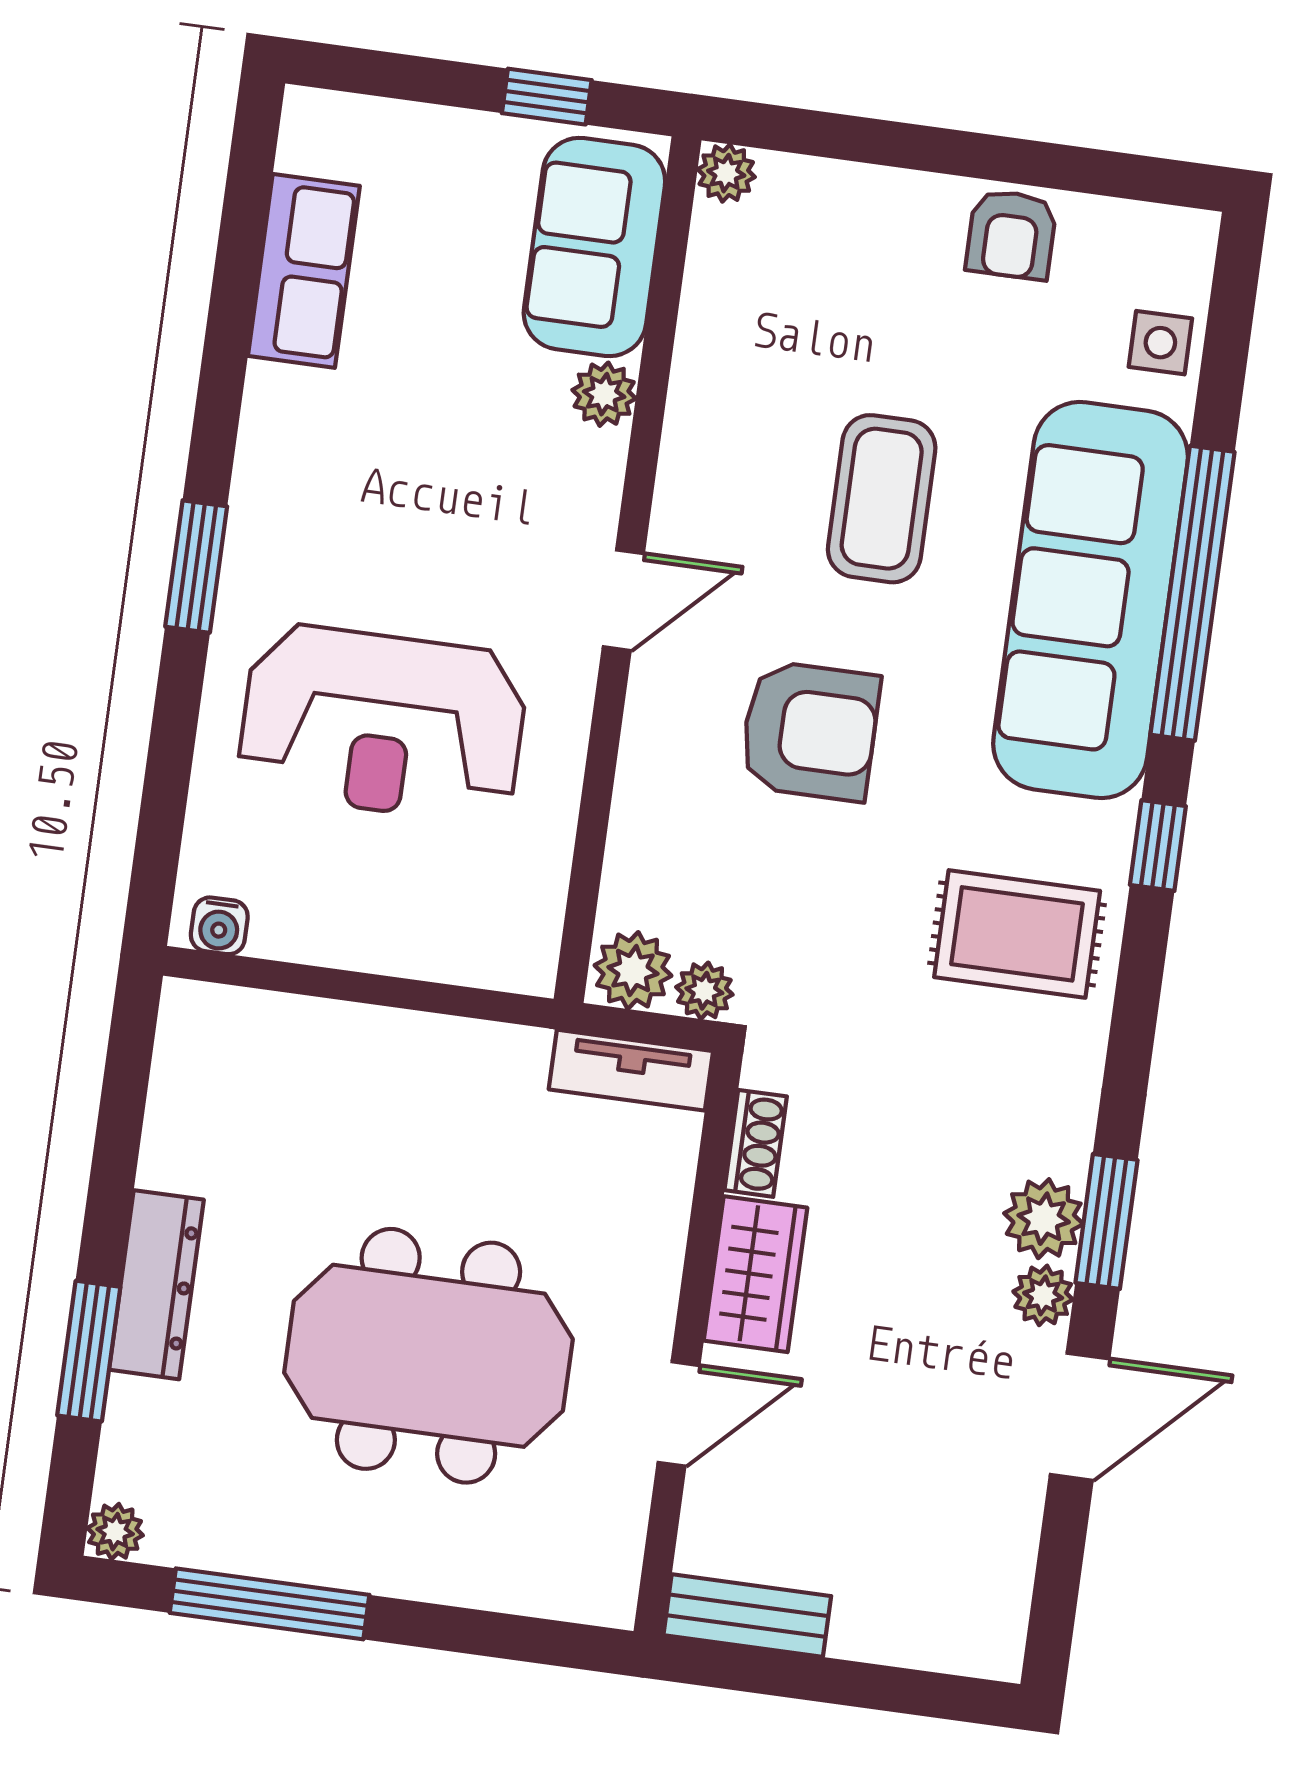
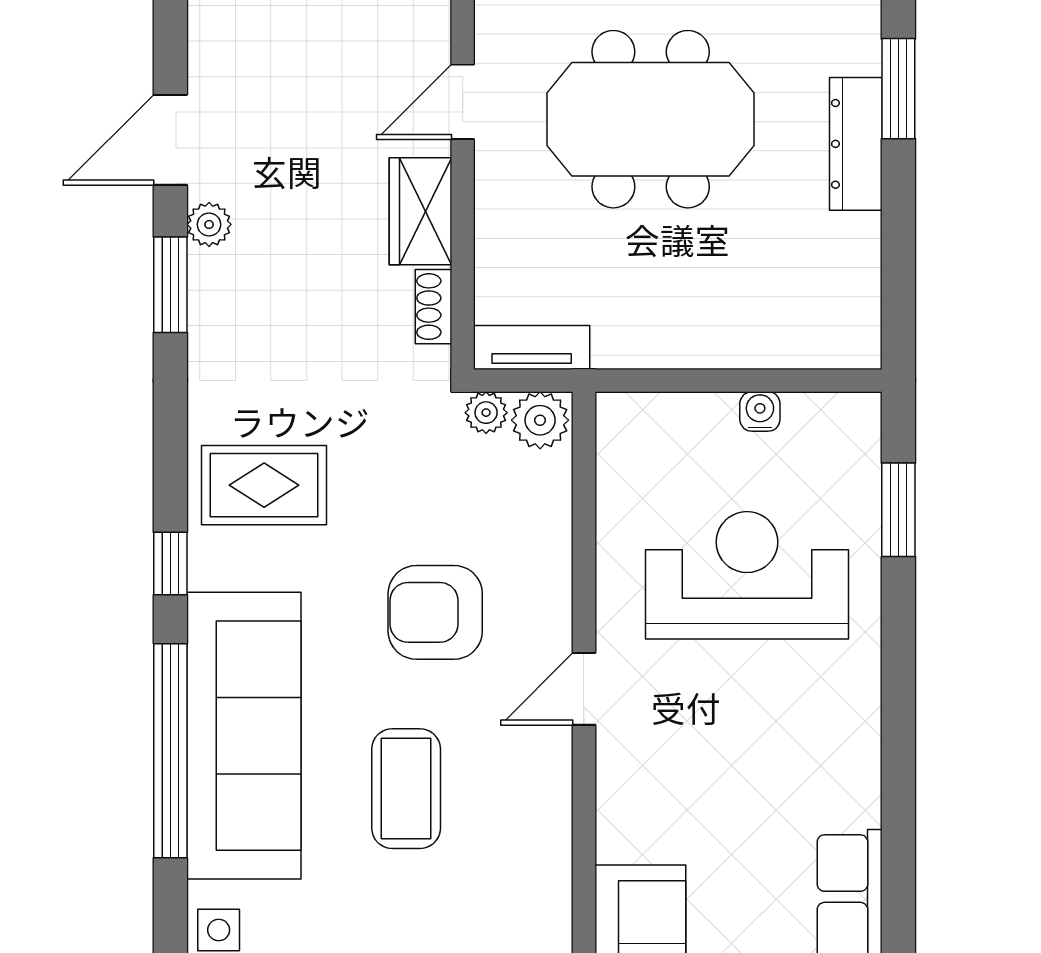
plant: (604, 394) -> (619, 837), removed
window: (196, 567) -> (898, 510), moved
water cooler: (219, 926) -> (760, 411), moved
plant: (1044, 1219) -> (216, 280), removed

